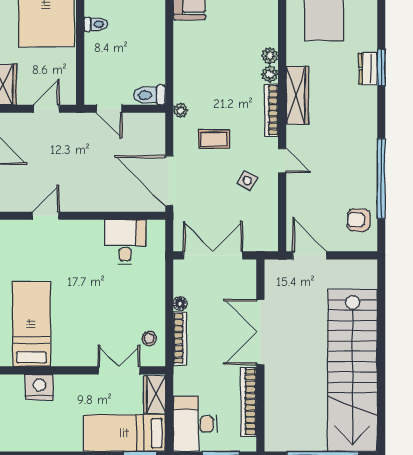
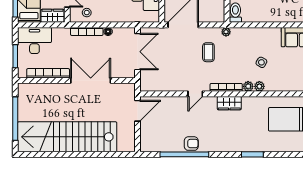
dresser: (368, 69) -> (252, 146), removed
wardrobe: (297, 95) -> (229, 103), width x0.67
side table: (247, 181) -> (261, 62), moved
armchair: (359, 220) -> (191, 144), moved, turned 87

